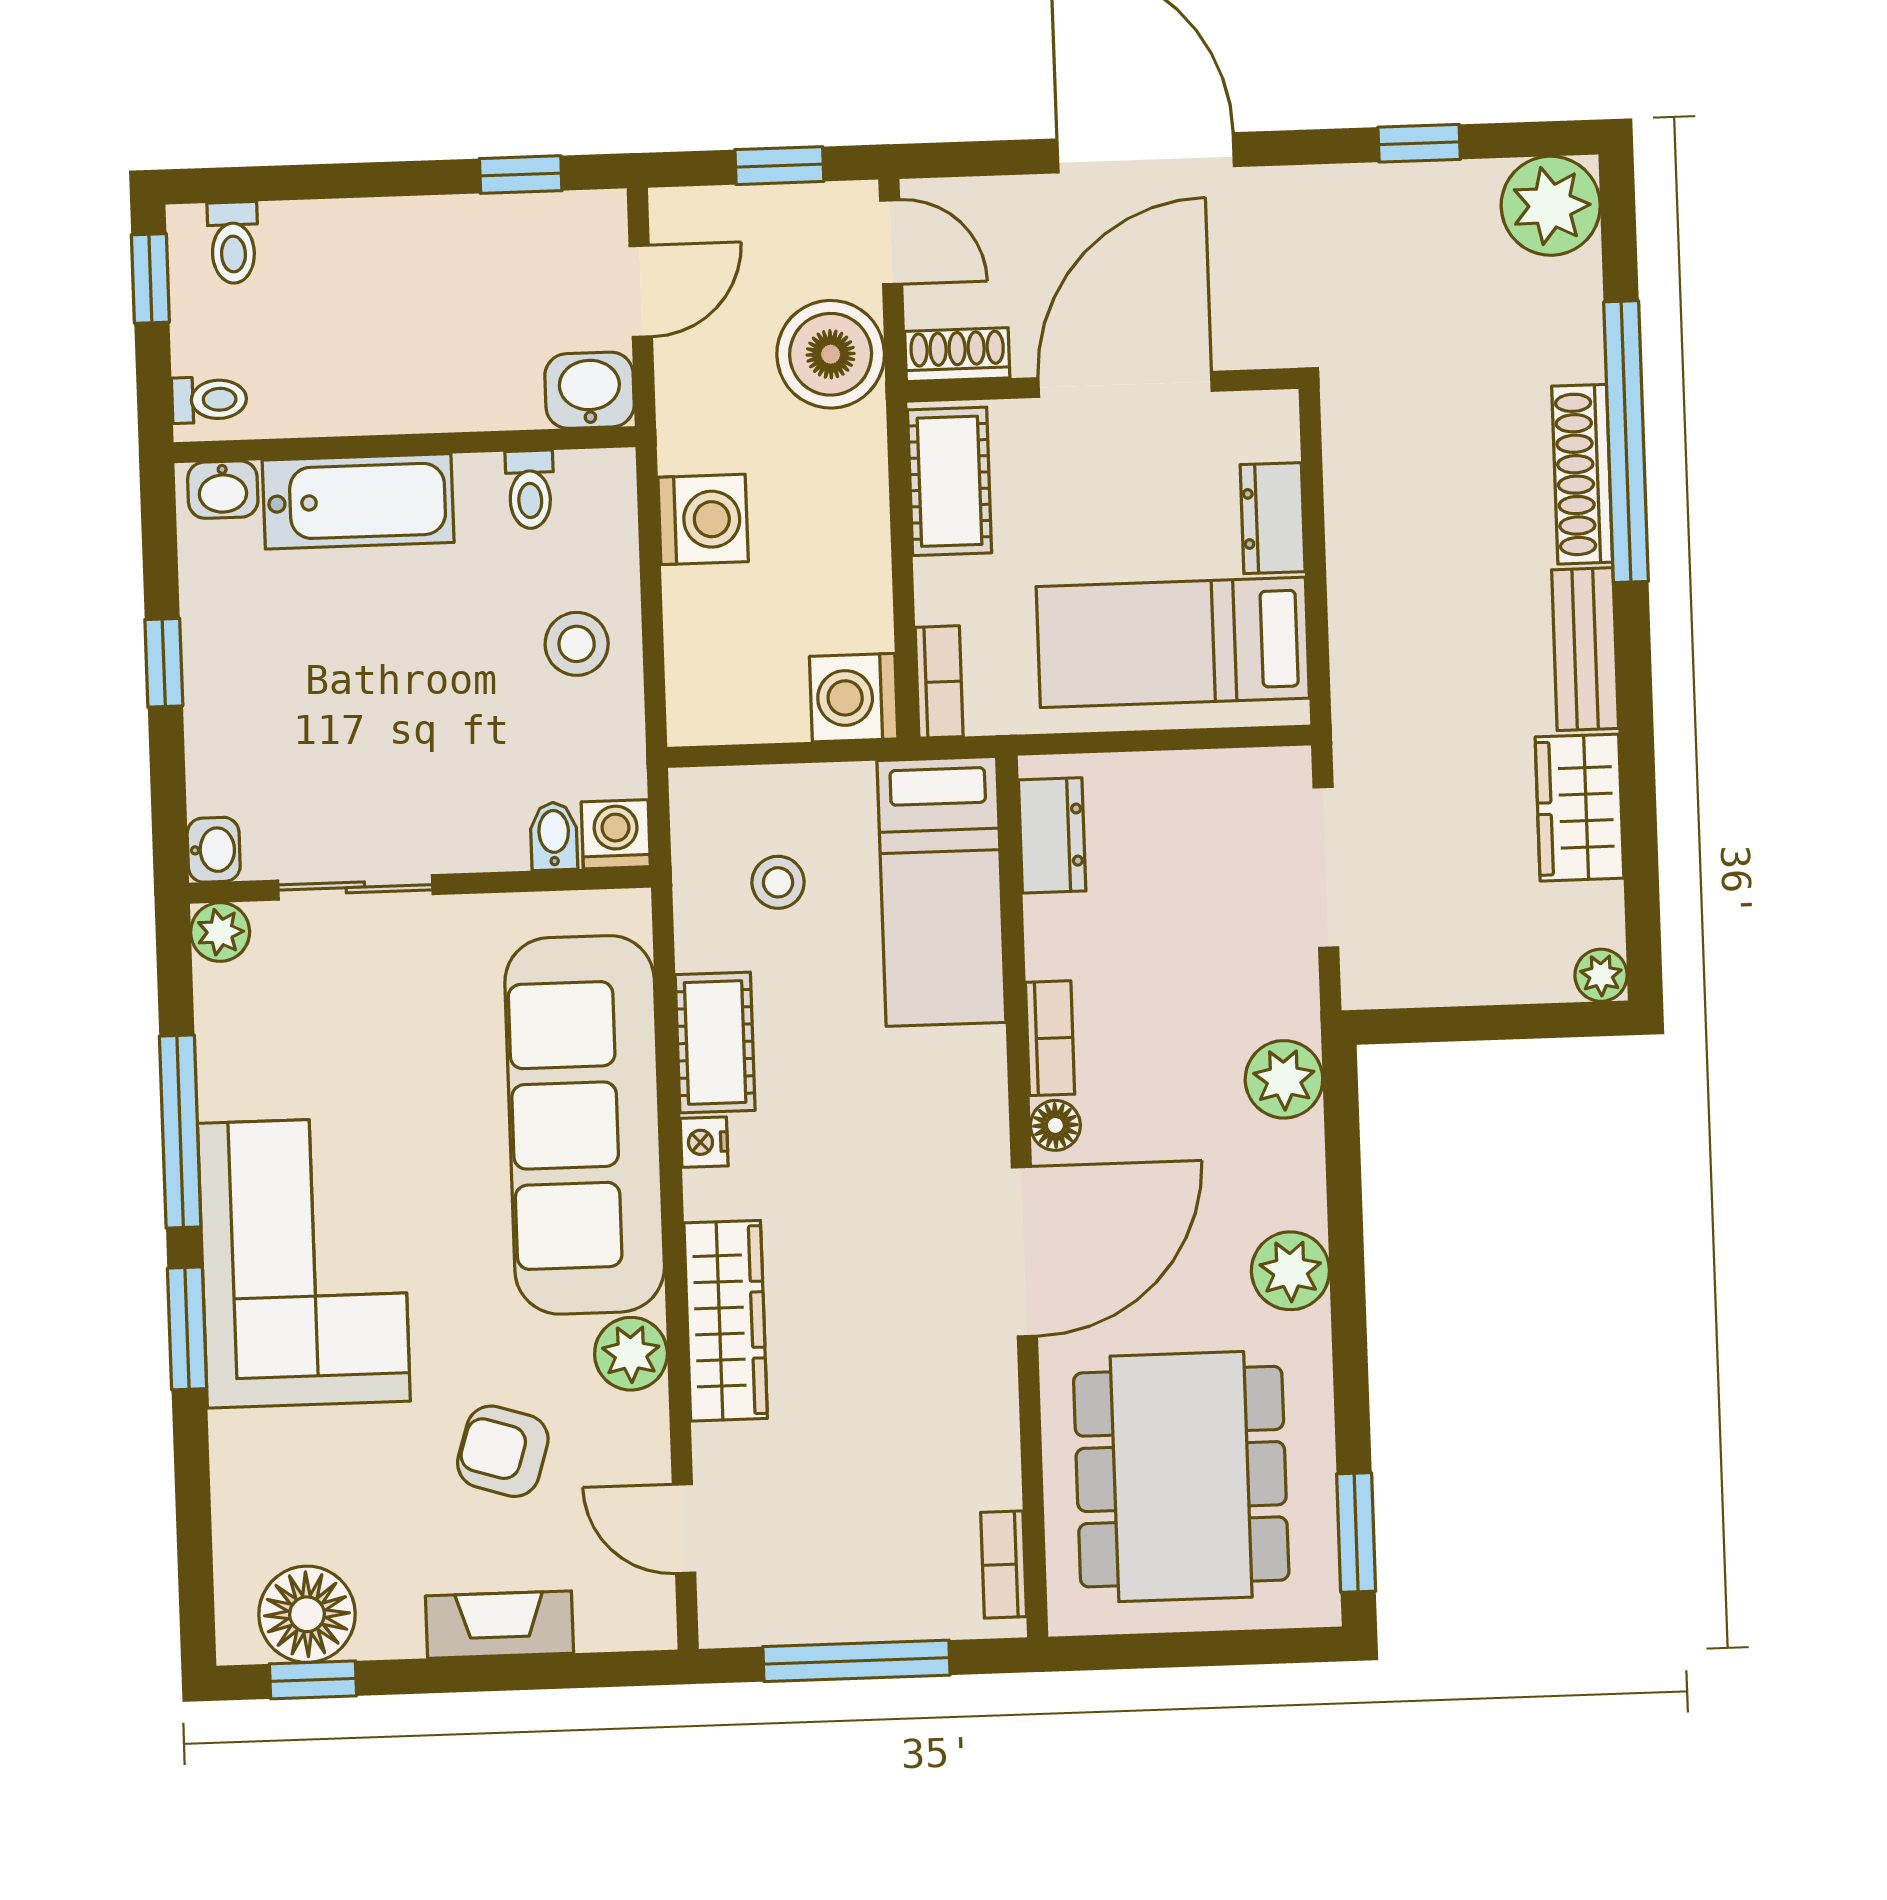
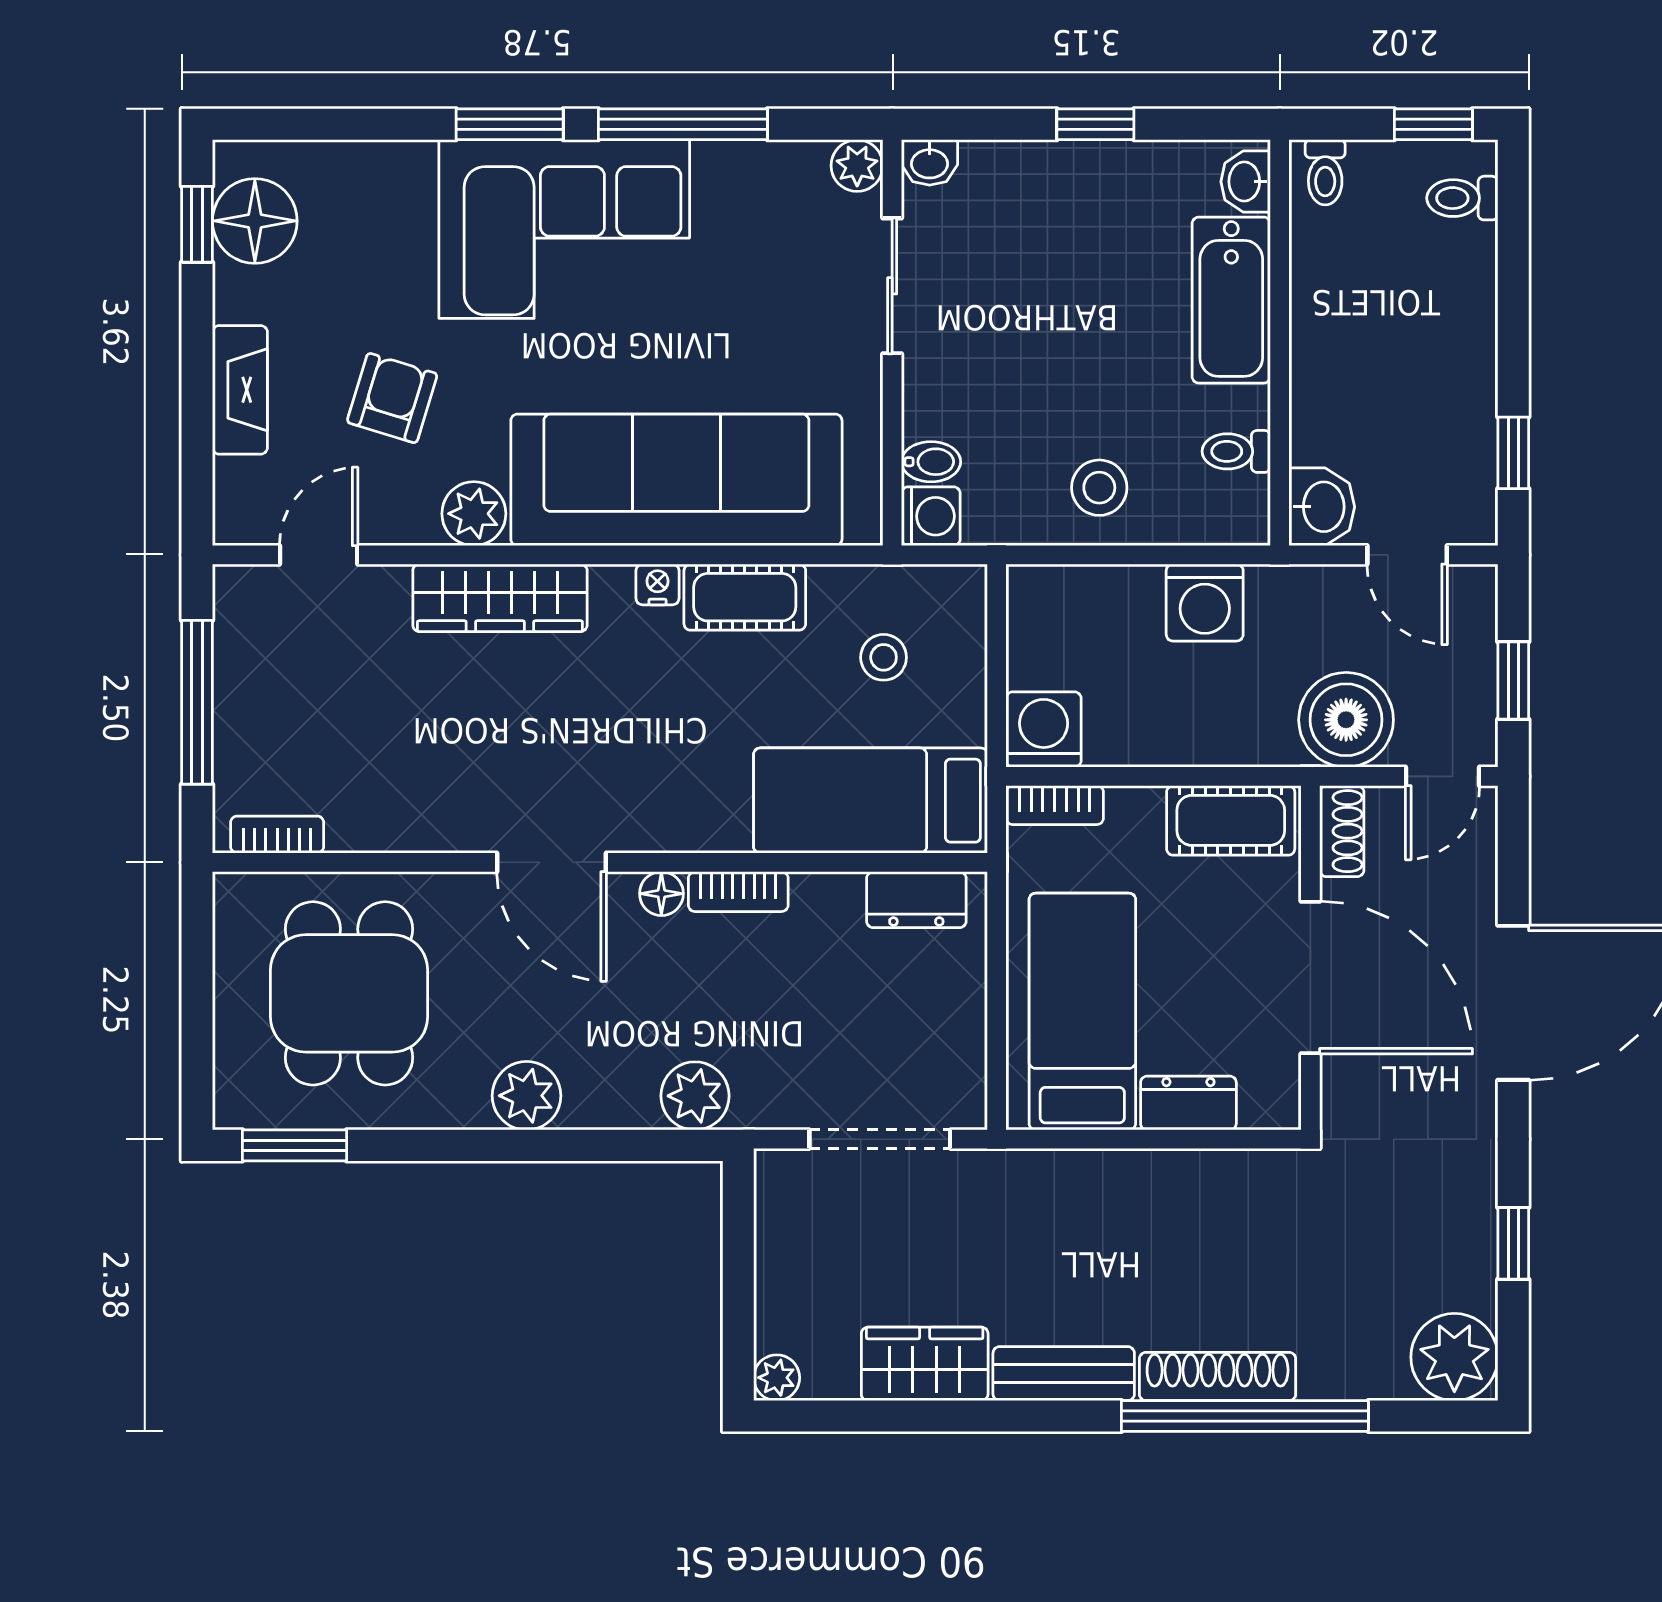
door: (1024, 1252) -> (551, 862), width x0.73
dining table: (1181, 1477) -> (349, 993), width x0.73

